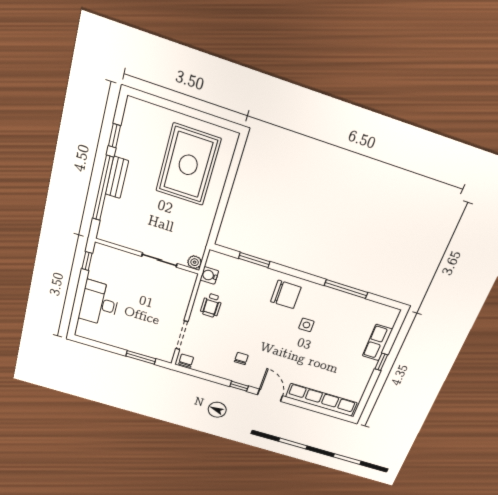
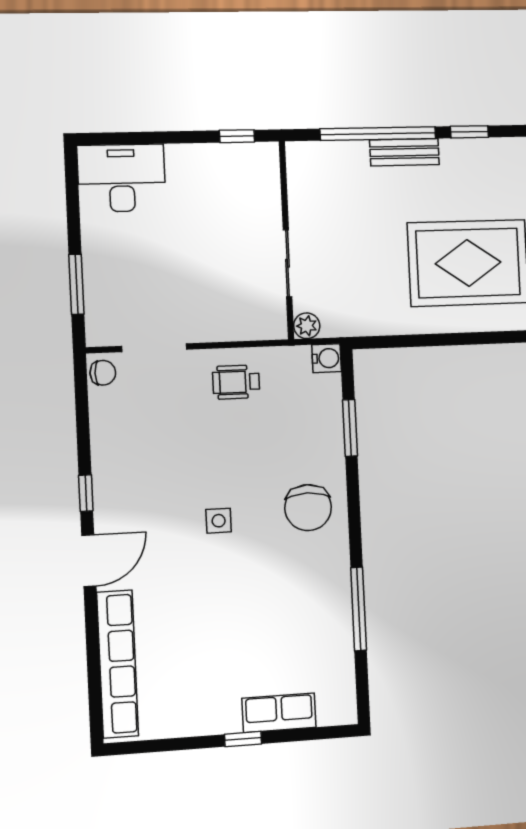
water cooler: (209, 275) -> (327, 358), moved, turned 90
desk: (99, 303) -> (122, 178), moved
side table: (306, 325) -> (219, 521), moved
chair: (241, 359) -> (148, 476), removed

